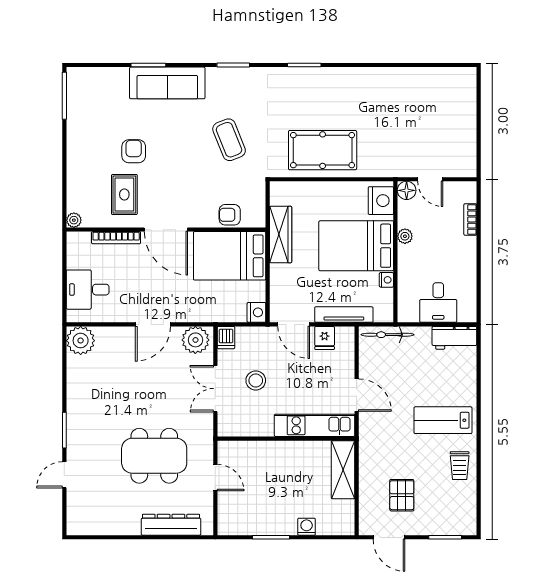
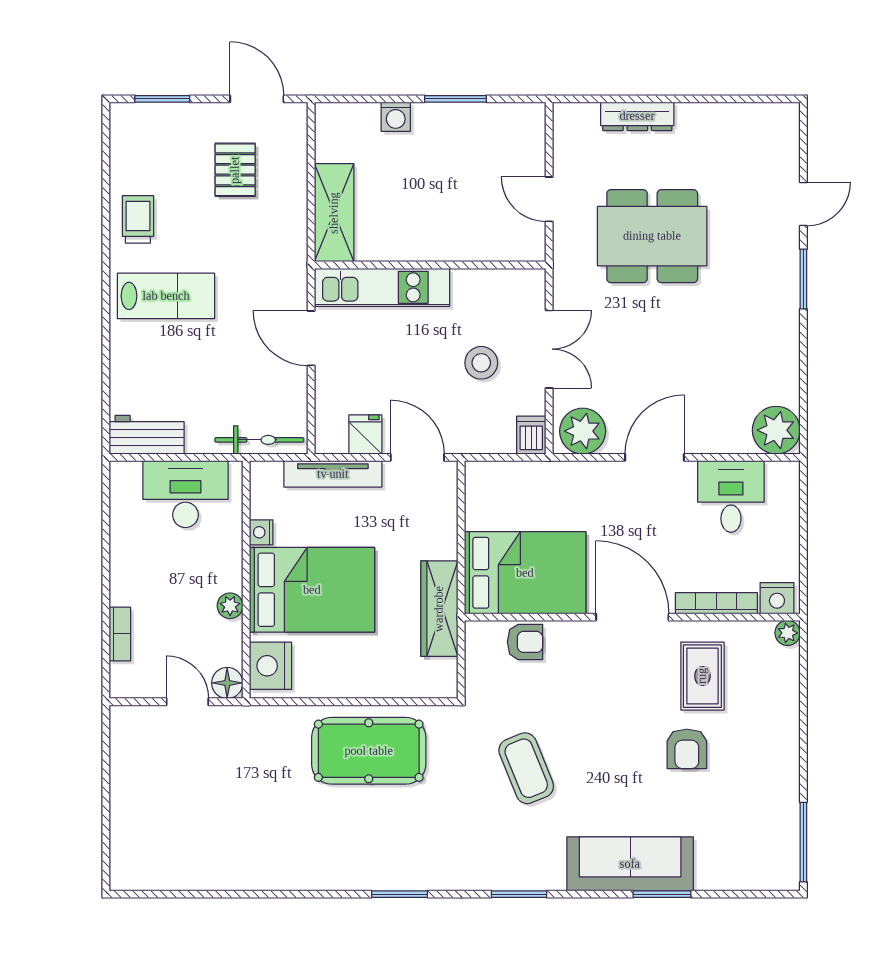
desk: (88, 290) -> (731, 496), moved, turned -90
desk: (438, 303) -> (185, 494), width x1.37
nightstand: (256, 312) -> (777, 598), moved, turned -90
dresser: (171, 525) -> (637, 116), width x0.73, depth x0.80

